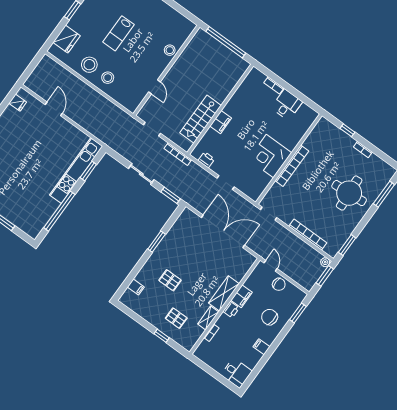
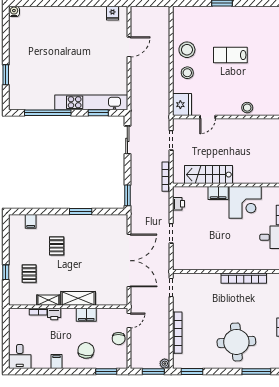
fridge: (67, 39) -> (182, 105), moved, turned -90
corner desk: (270, 156) -> (245, 202), moved, turned 180
bookcase: (292, 166) -> (244, 278), moved
sliding door: (141, 174) -> (127, 140), moved
printer: (231, 310) -> (54, 314), moved

